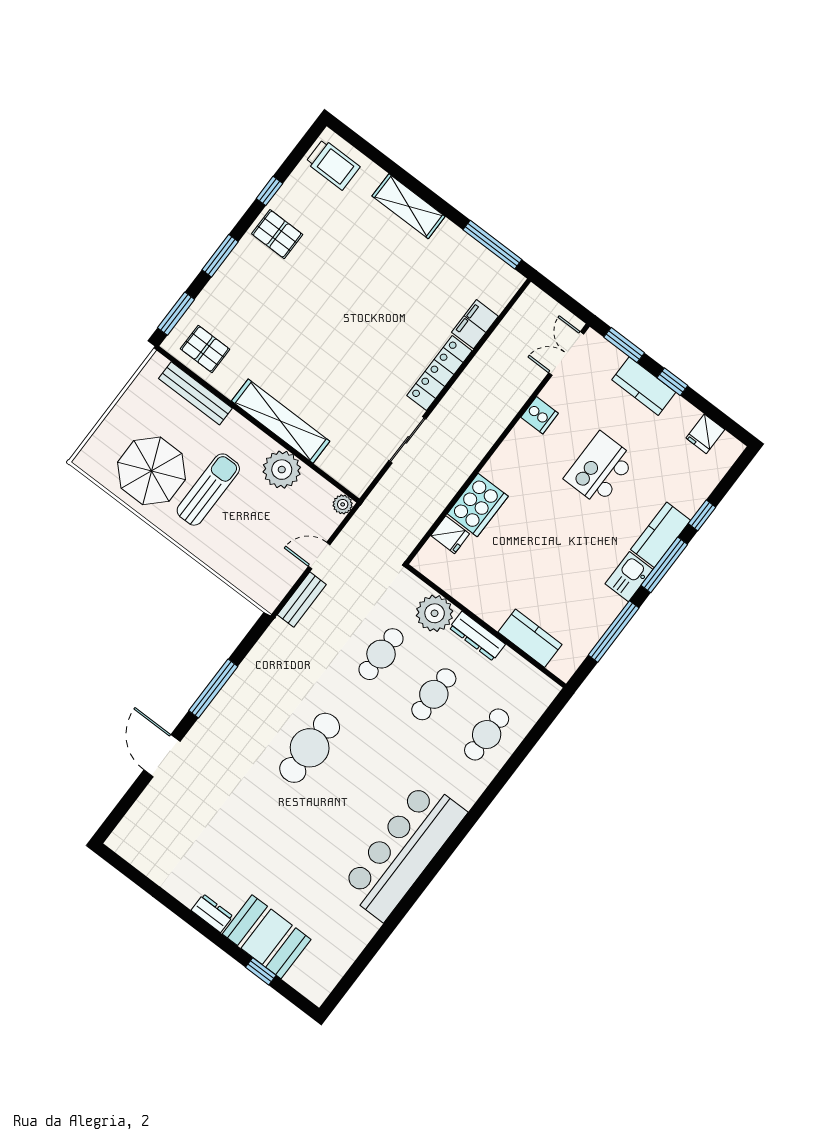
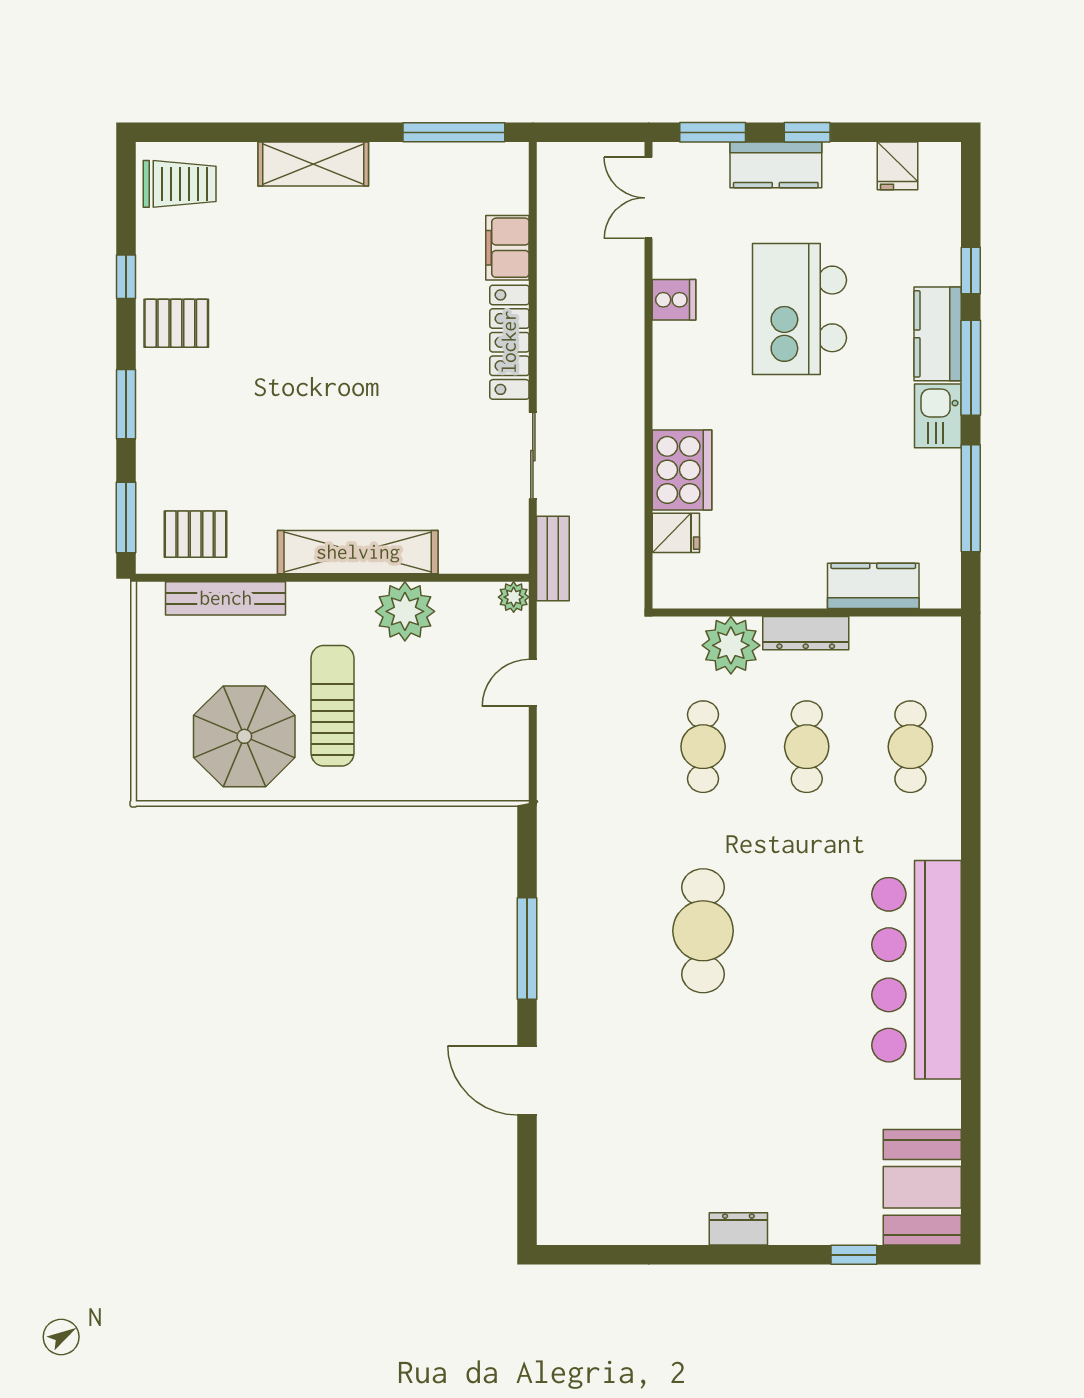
kitchen island: (600, 469) -> (799, 309), width x1.37, depth x1.28
bench: (302, 600) -> (553, 558), moved
booth: (267, 937) -> (922, 1187), moved, turned 90

